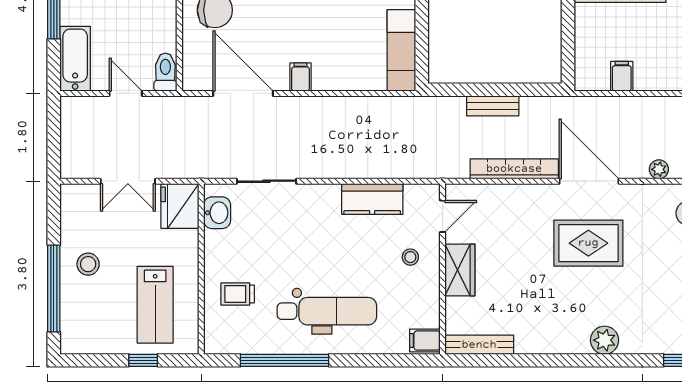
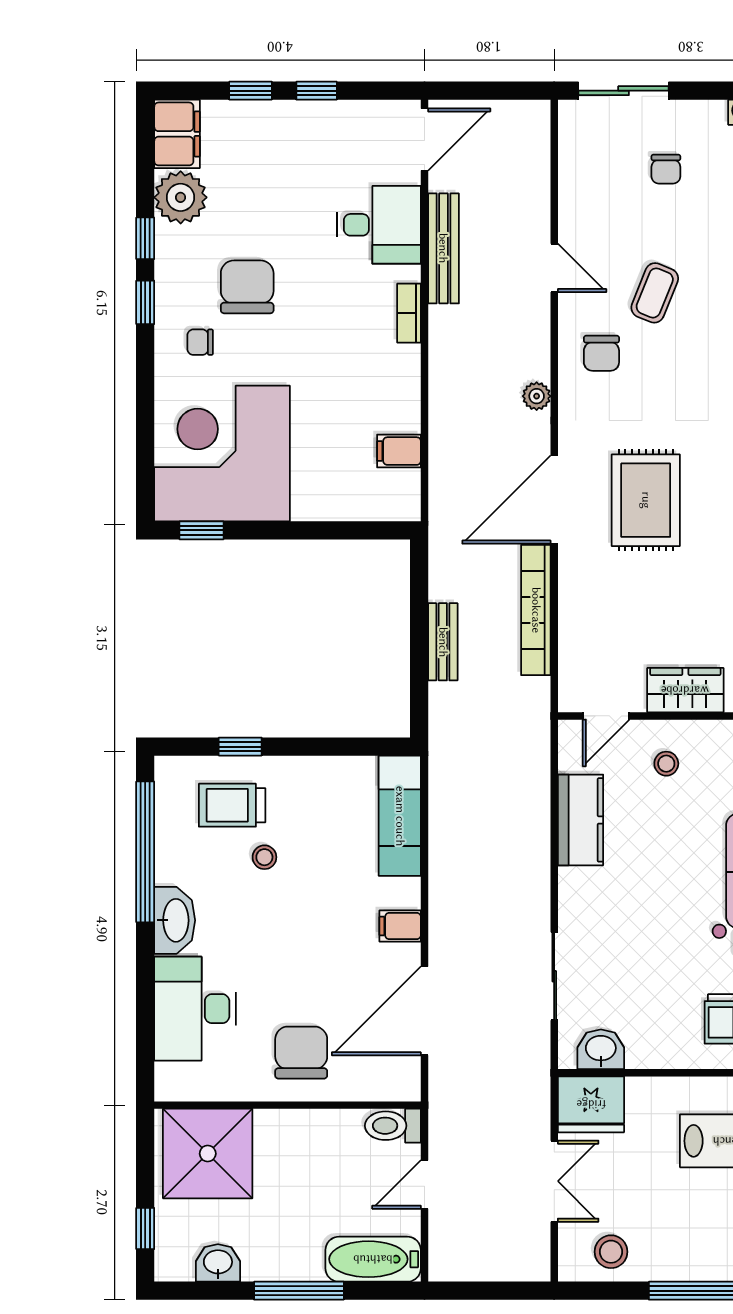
exam couch: (401, 50) -> (400, 816), moved, turned 90
door: (443, 216) -> (606, 716), swing flipped
stool: (88, 264) -> (611, 1252), moved

